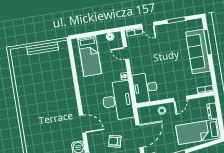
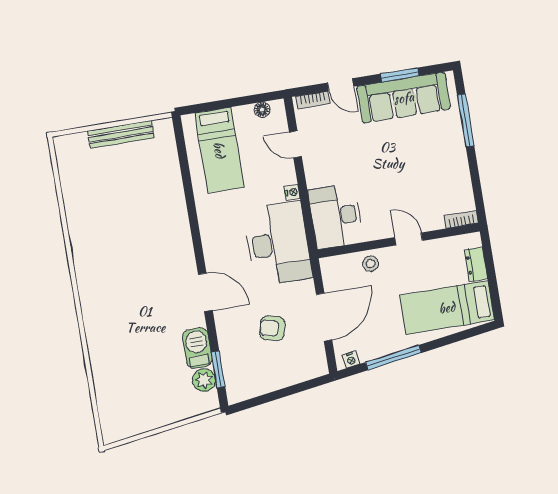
sofa: (198, 52) -> (404, 98), moved, turned -90
door: (180, 99) -> (409, 239), swing flipped

